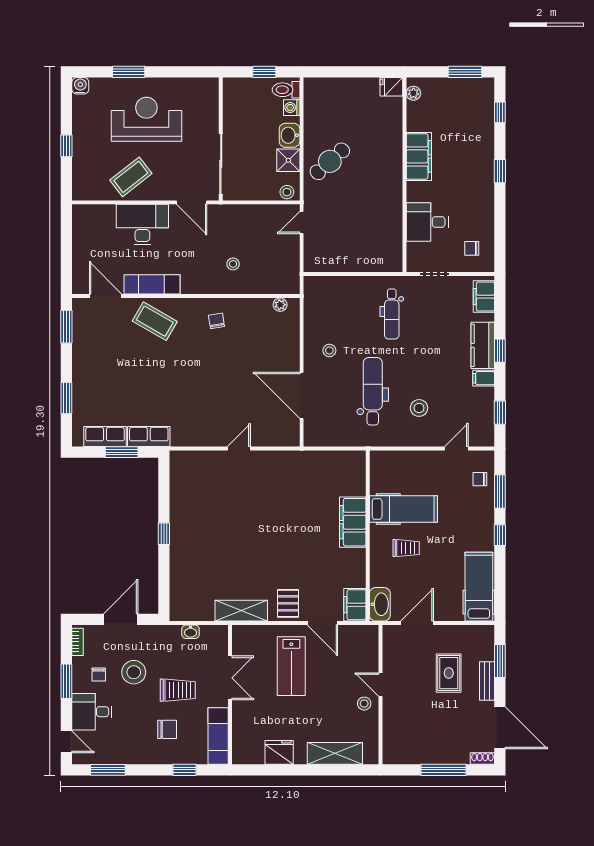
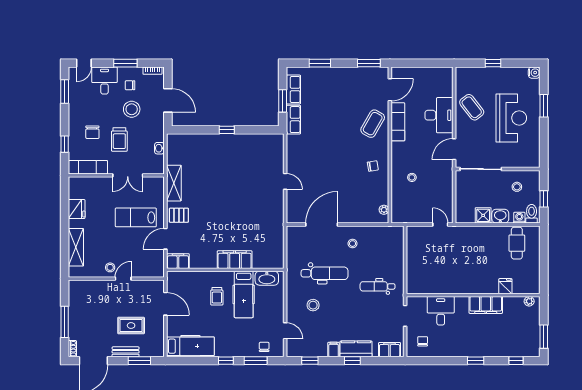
fridge: (391, 87) -> (505, 286), moved
cafe table: (330, 161) -> (517, 243), moved, turned 42
stool: (287, 192) -> (517, 187), moved
washbasin: (380, 604) -> (267, 278), moved

